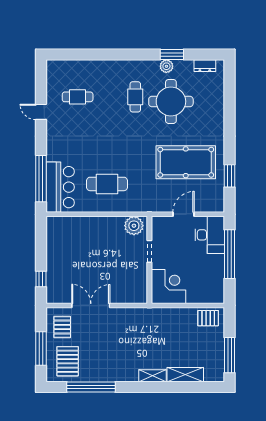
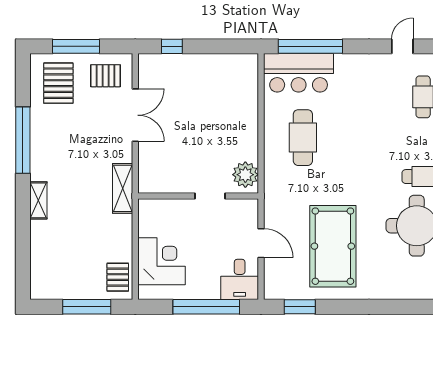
window: (230, 176) -> (300, 307), moved
desk: (210, 235) -> (240, 279), width x0.73
corner desk: (168, 286) -> (162, 261), moved, turned -90
window: (230, 355) -> (87, 307), moved
pallet: (68, 361) -> (58, 83), turned 90
shelving: (185, 375) -> (123, 188), moved
window: (91, 387) -> (23, 140), moved

